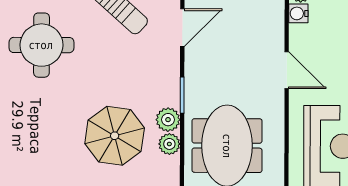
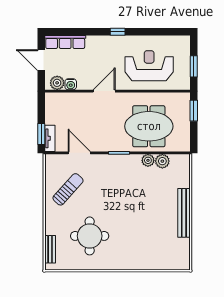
plant: (168, 120) -> (162, 161), moved
parasol: (115, 136) -> (143, 193), removed

